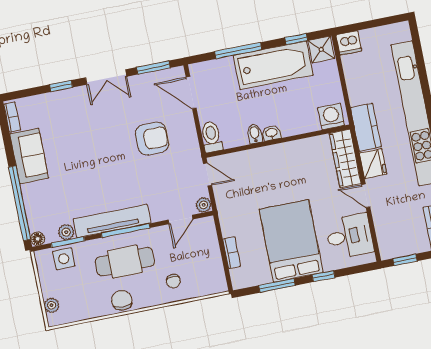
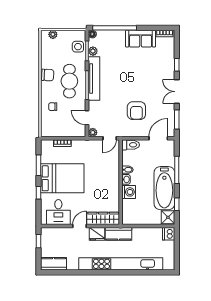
washing machine: (331, 116) -> (129, 192), moved

